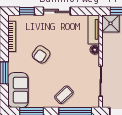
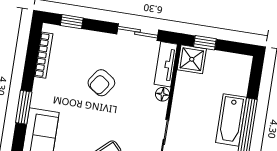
sliding door: (57, 11) -> (138, 32), moved
armchair: (41, 54) -> (101, 83), moved

